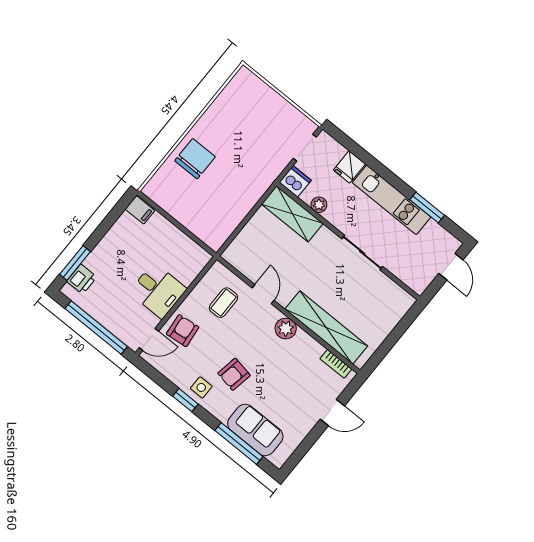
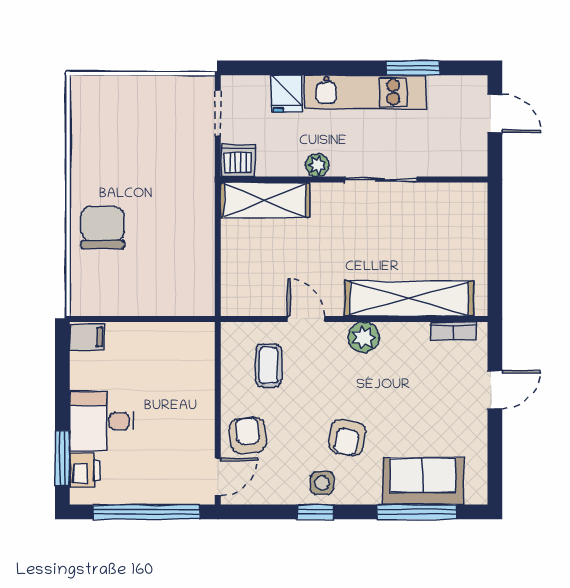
plant: (319, 205) -> (317, 165), moved
desk: (158, 291) -> (102, 421), moved, turned 180

